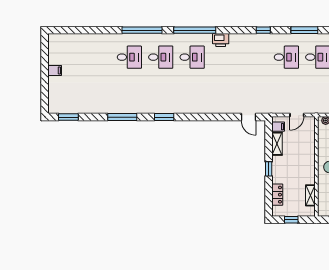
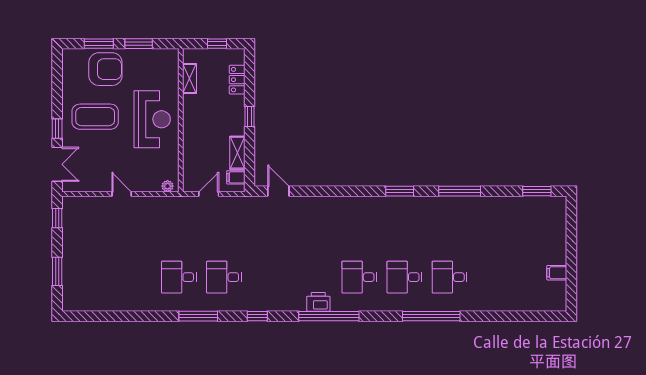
window: (195, 30) -> (329, 316), moved
filing cabinet: (55, 70) -> (557, 273), moved

